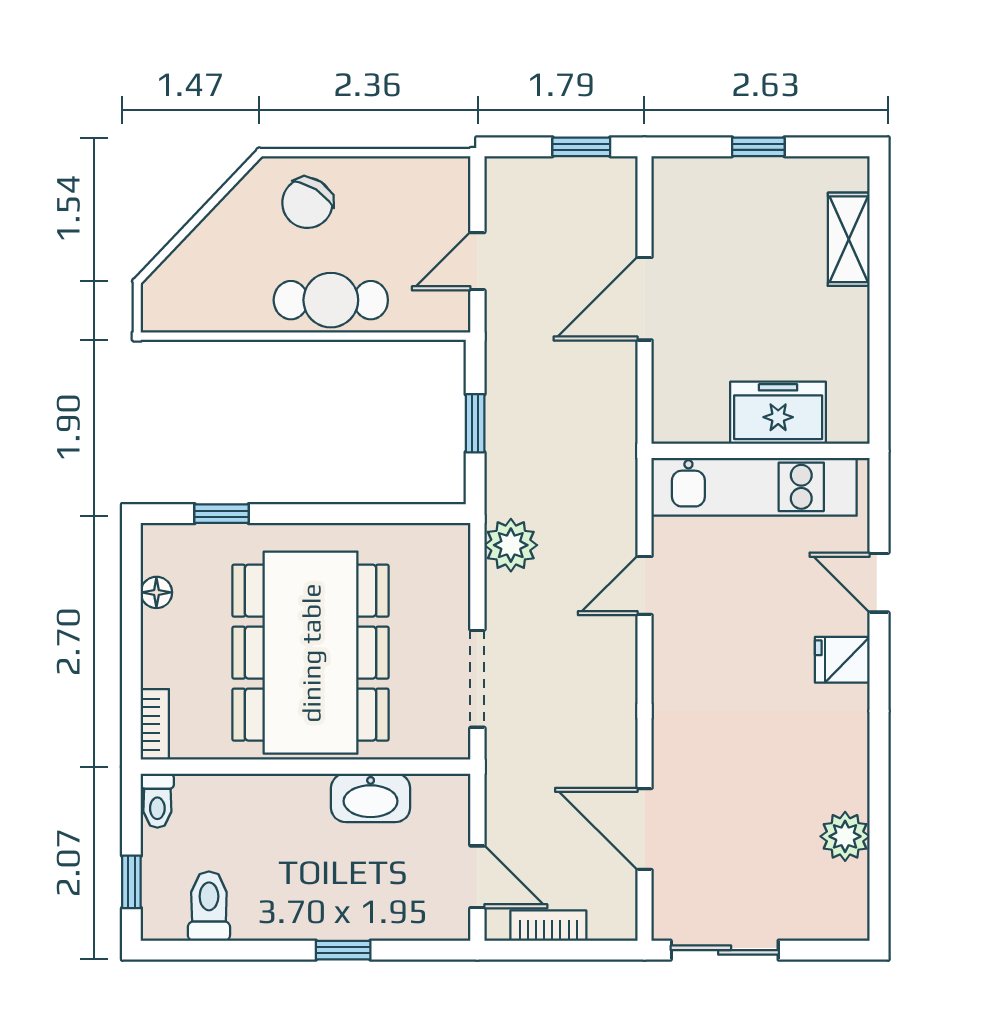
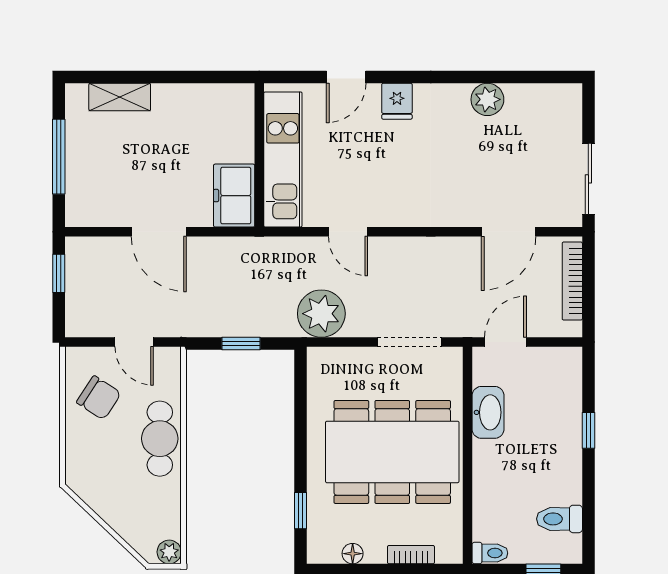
window: (758, 147) -> (59, 157), width x2.17
chair: (307, 203) -> (99, 398), moved
plant: (159, 314) -> (169, 552), added
freezer: (778, 413) -> (234, 196), moved
plant: (511, 545) -> (321, 314), width x1.36, depth x1.36
bookcase: (155, 724) -> (411, 555), moved
plant: (845, 836) -> (487, 99), moved
door: (477, 877) -> (506, 342), moved
bookcase: (548, 926) -> (572, 281), width x1.56

